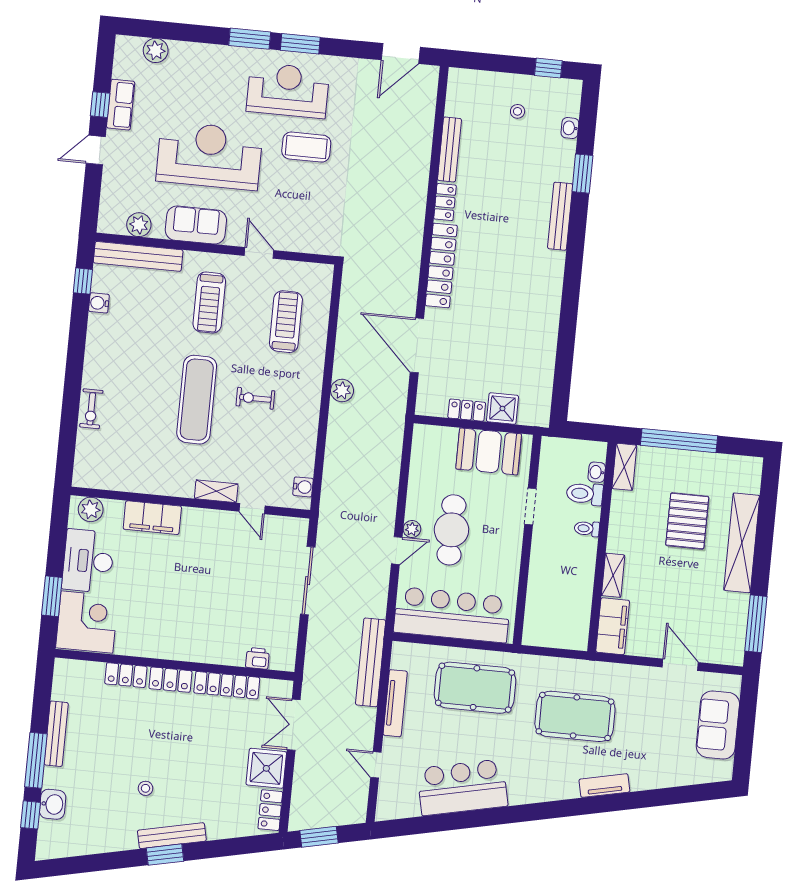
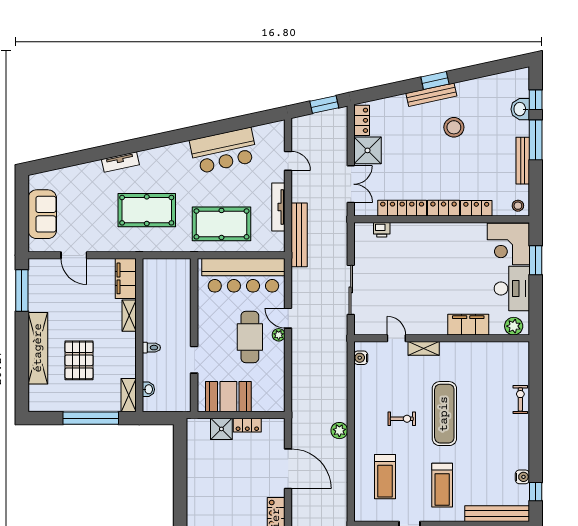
treadmill: (209, 303) -> (442, 485), turned 180
toilet: (585, 494) -> (155, 373), removed
door: (397, 551) -> (288, 318), hinge flipped
stool: (69, 673) -> (518, 206), added
stool: (146, 788) -> (454, 127), width x1.89, depth x1.89

